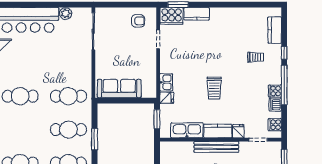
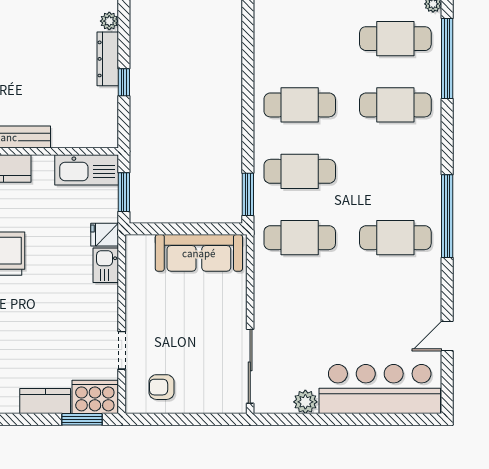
kitchen sink: (187, 130) -> (87, 170), moved
window: (94, 139) -> (248, 194), moved

